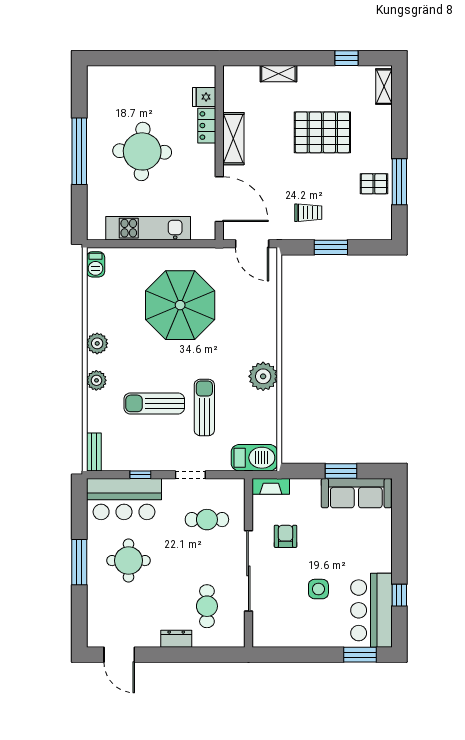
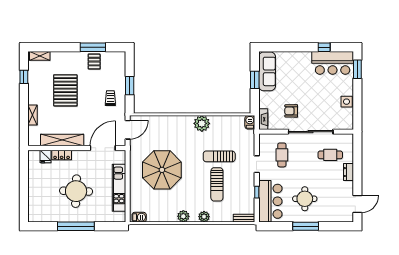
shelving: (233, 139) -> (62, 140), width x1.47
barbecue: (254, 458) -> (250, 122), width x0.53, depth x0.65
side table: (318, 589) -> (347, 102), moved

